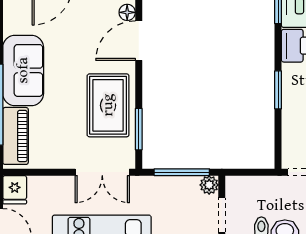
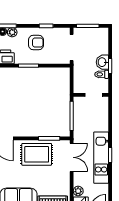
plant: (209, 185) -> (78, 191), moved

